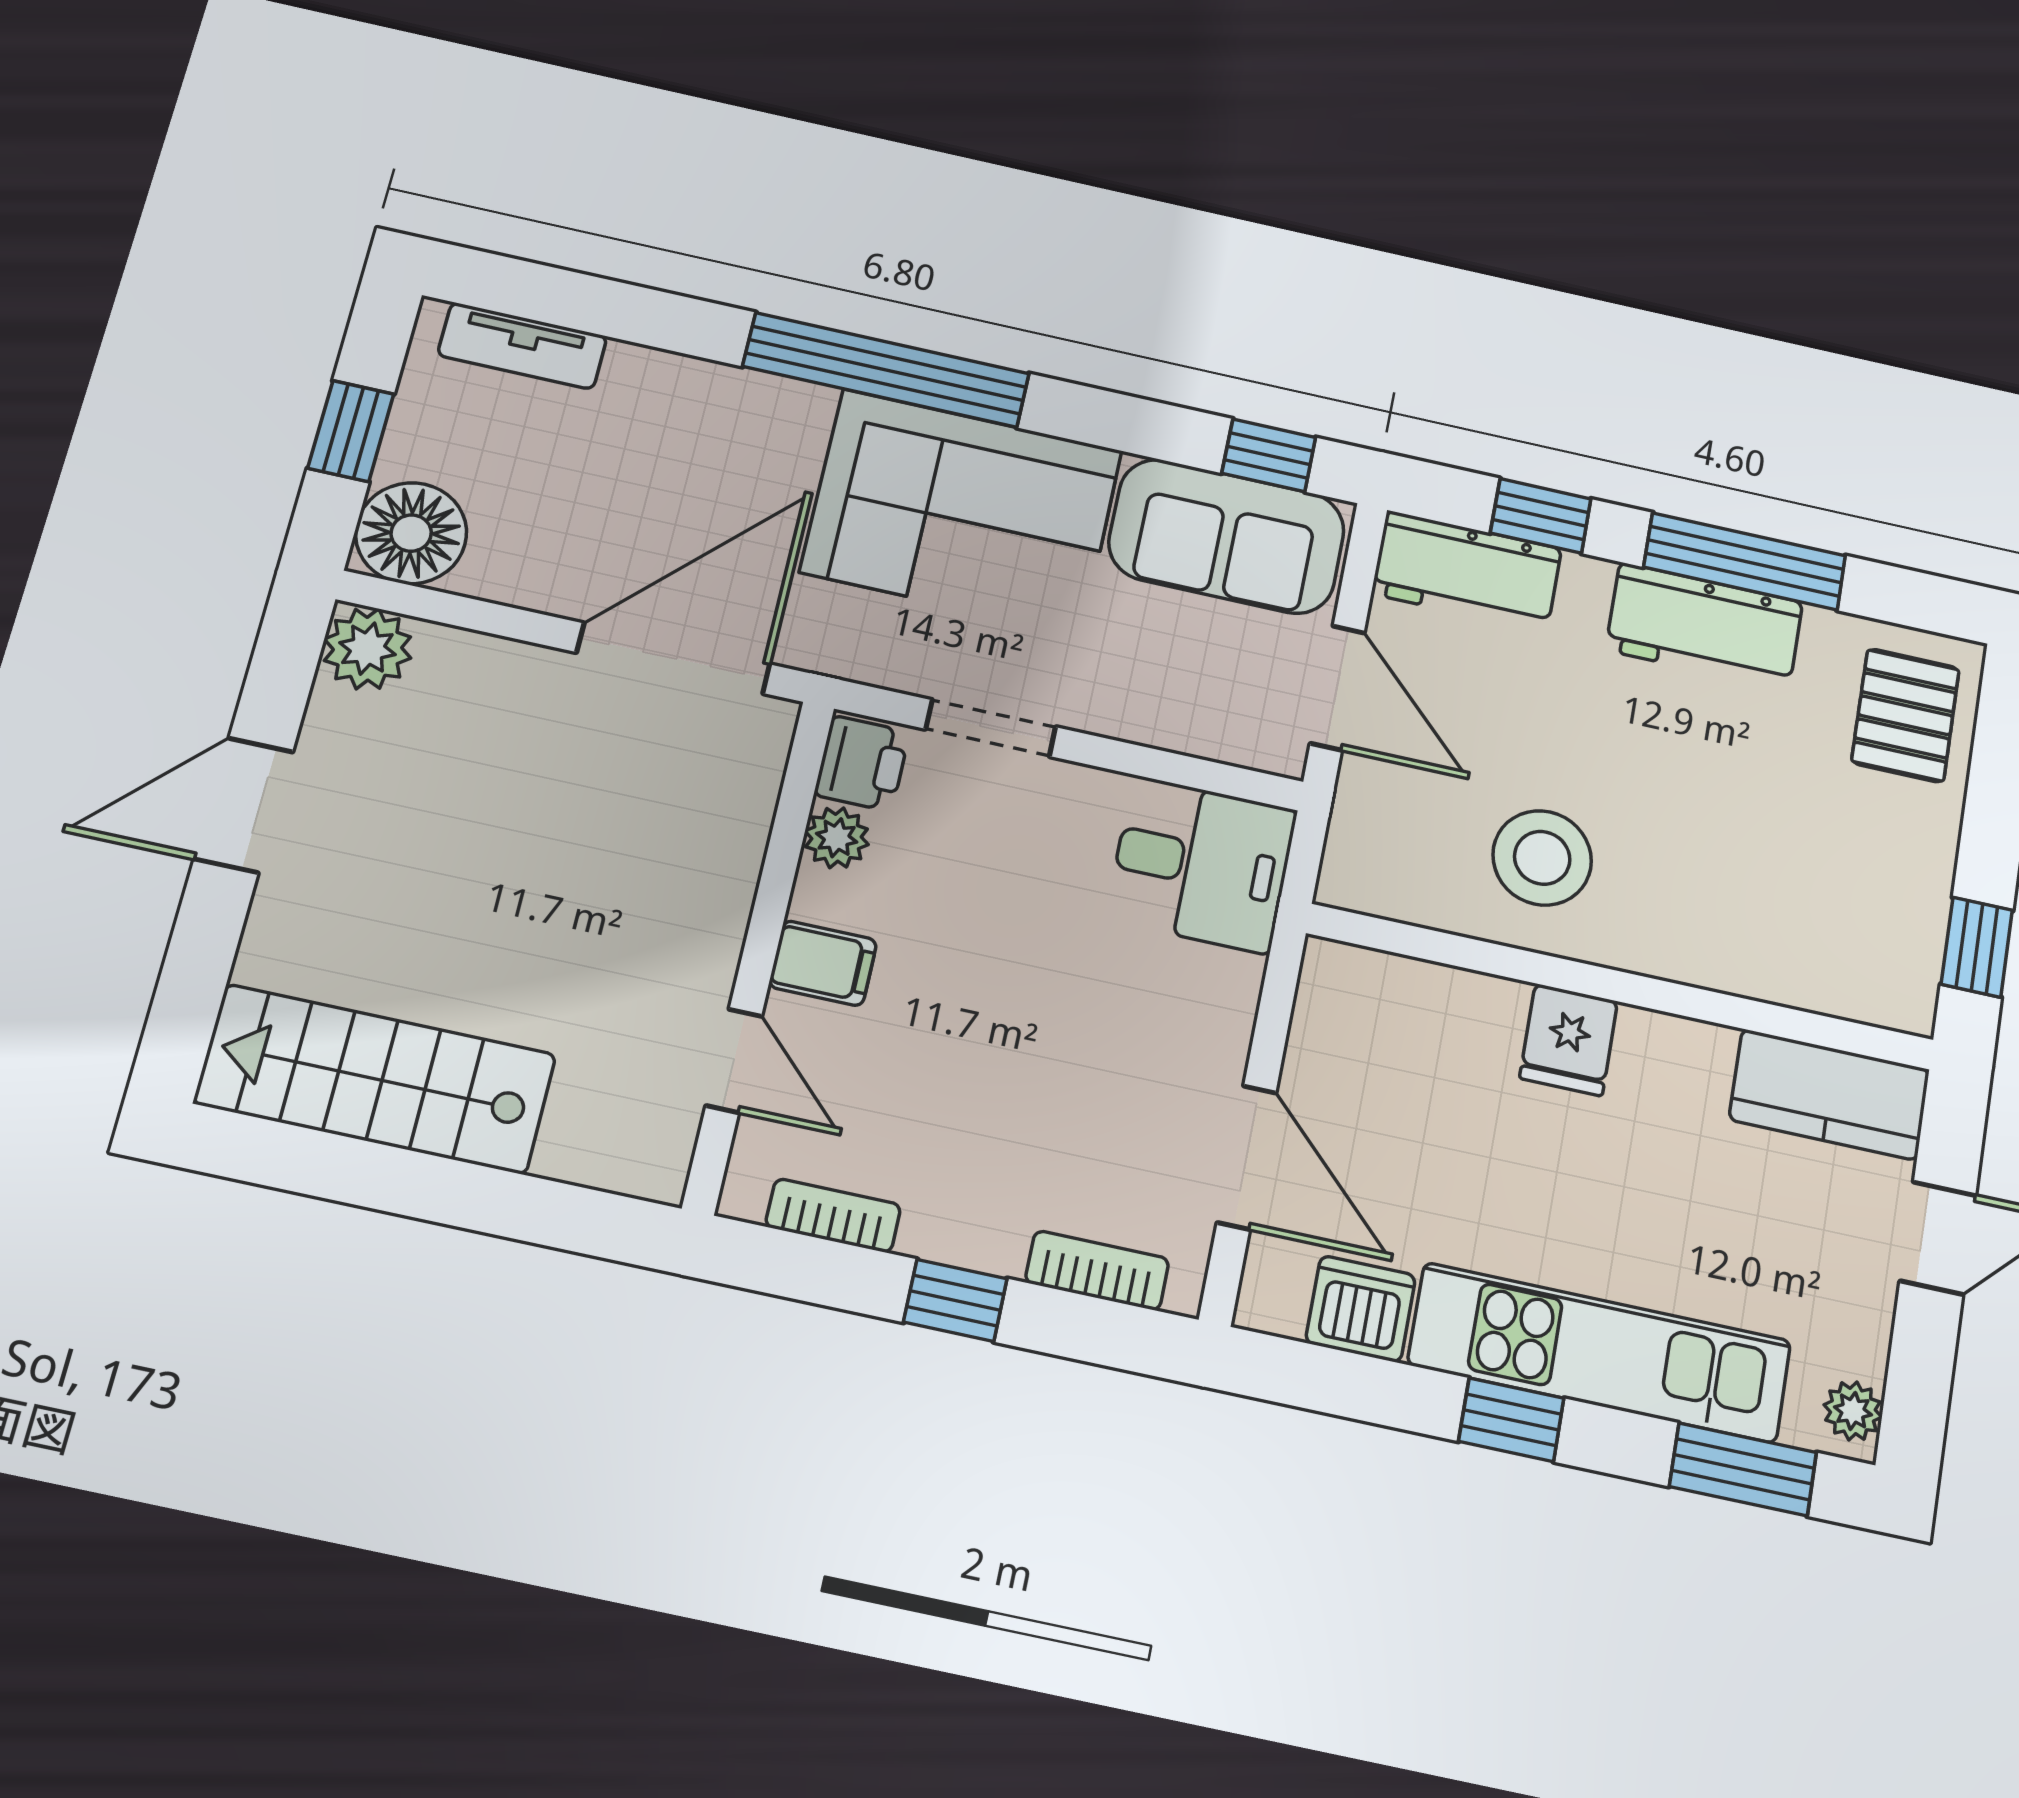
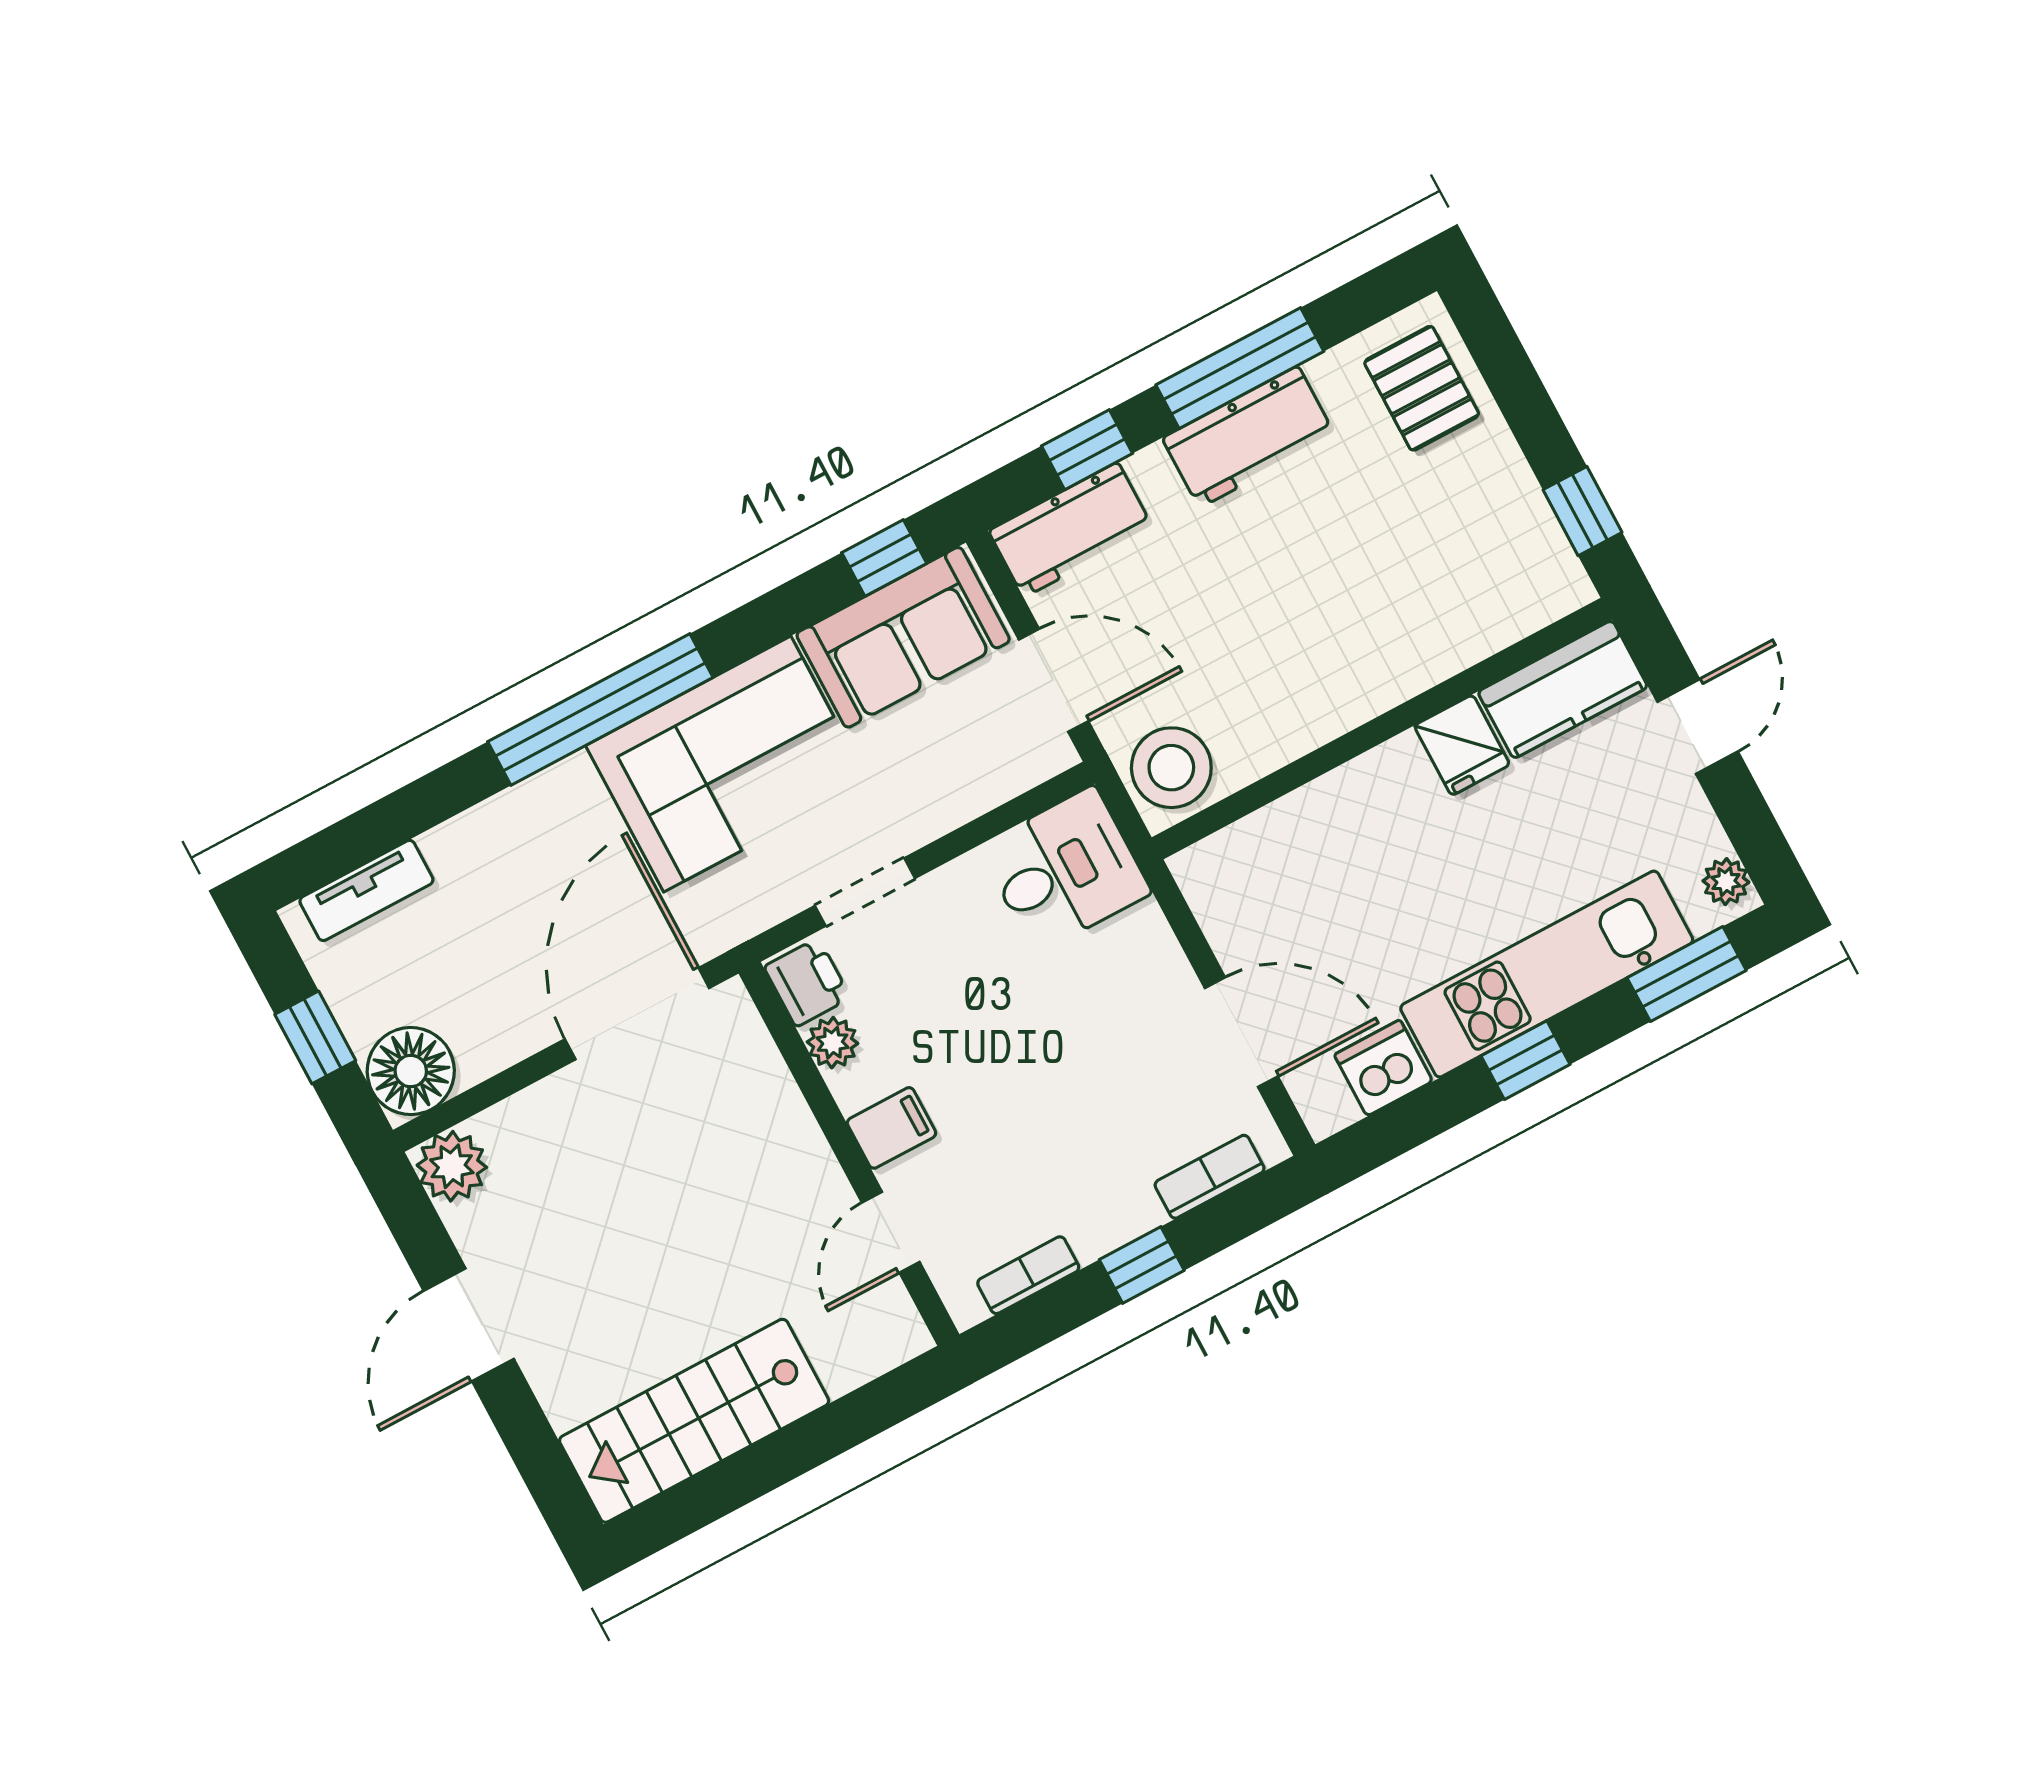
stool: (1542, 858) -> (1171, 768), moved
fridge: (1569, 1040) -> (1462, 745), moved
door: (734, 1061) -> (891, 1232), swing flipped

